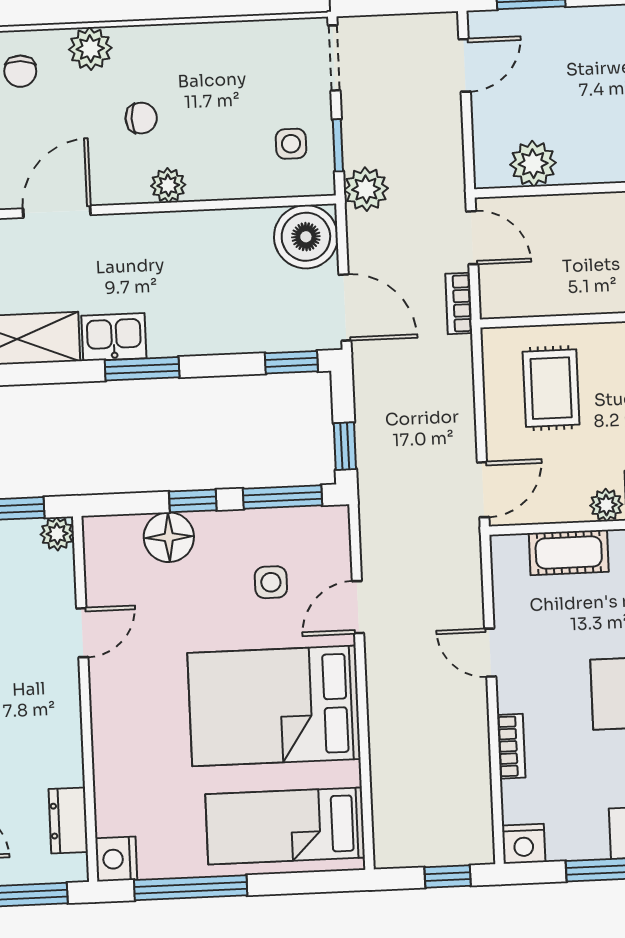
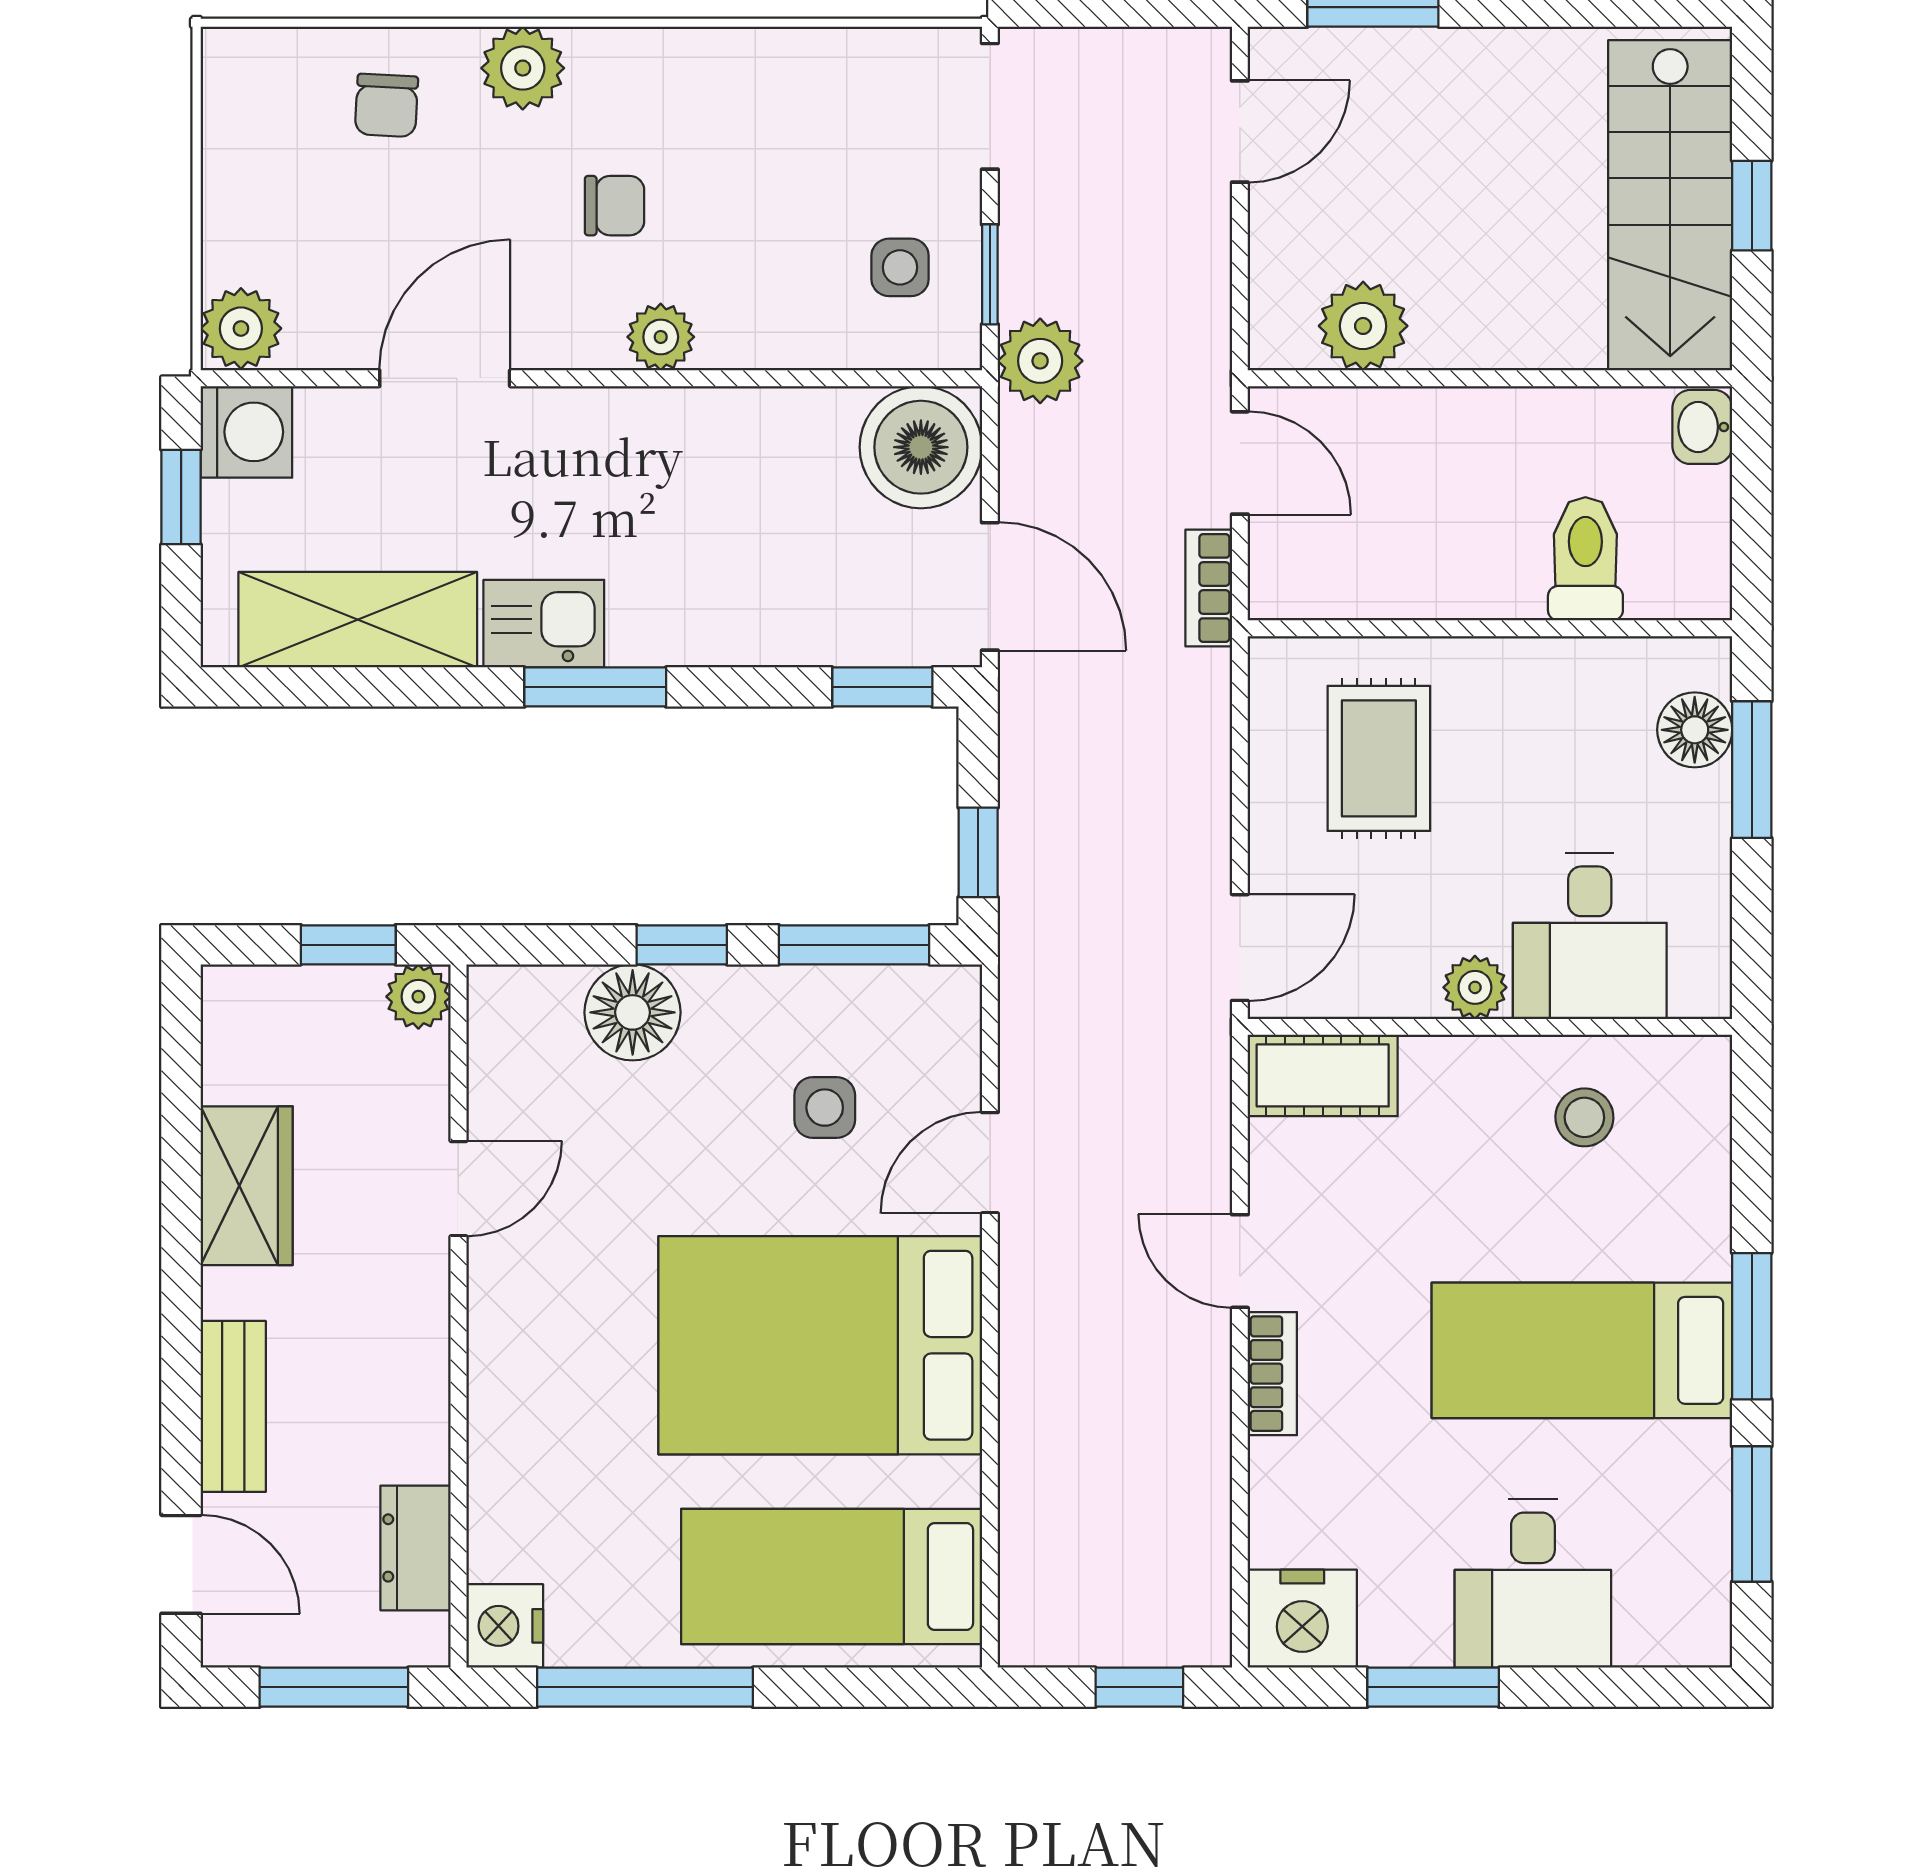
cot: (569, 553) -> (1323, 1075), moved
bookcase: (511, 746) -> (1272, 1374), moved
nightstand: (524, 844) -> (1302, 1619), width x1.36, depth x1.33

